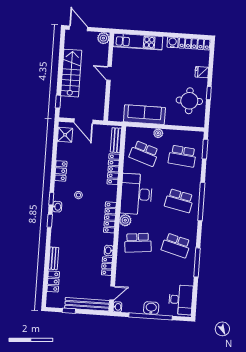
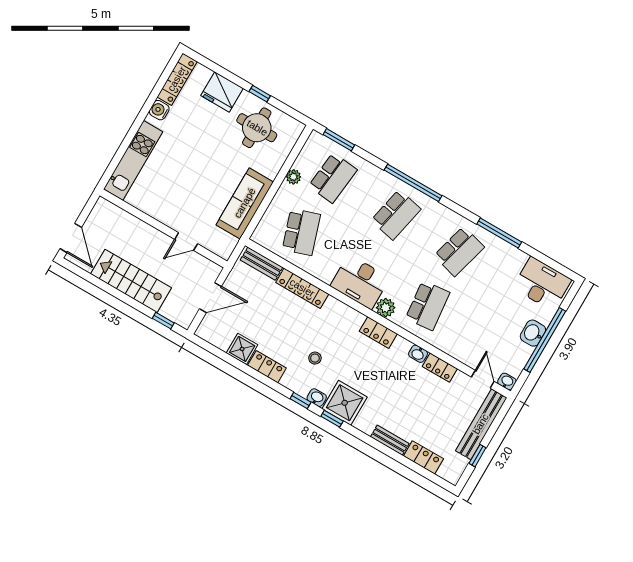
door: (78, 28) -> (71, 238), swing flipped
plant: (103, 38) -> (103, 208), removed
fridge: (202, 72) -> (222, 92), width x1.88, depth x1.34
door: (109, 73) -> (186, 242), moved
plant: (158, 133) -> (294, 177), moved
shower: (65, 135) -> (242, 349), moved
school desk: (144, 153) -> (301, 232), turned -36
desk: (136, 194) -> (360, 282), width x0.73, depth x0.77
locker: (110, 217) -> (378, 333), width x0.66
shower: (62, 223) -> (345, 403), added

